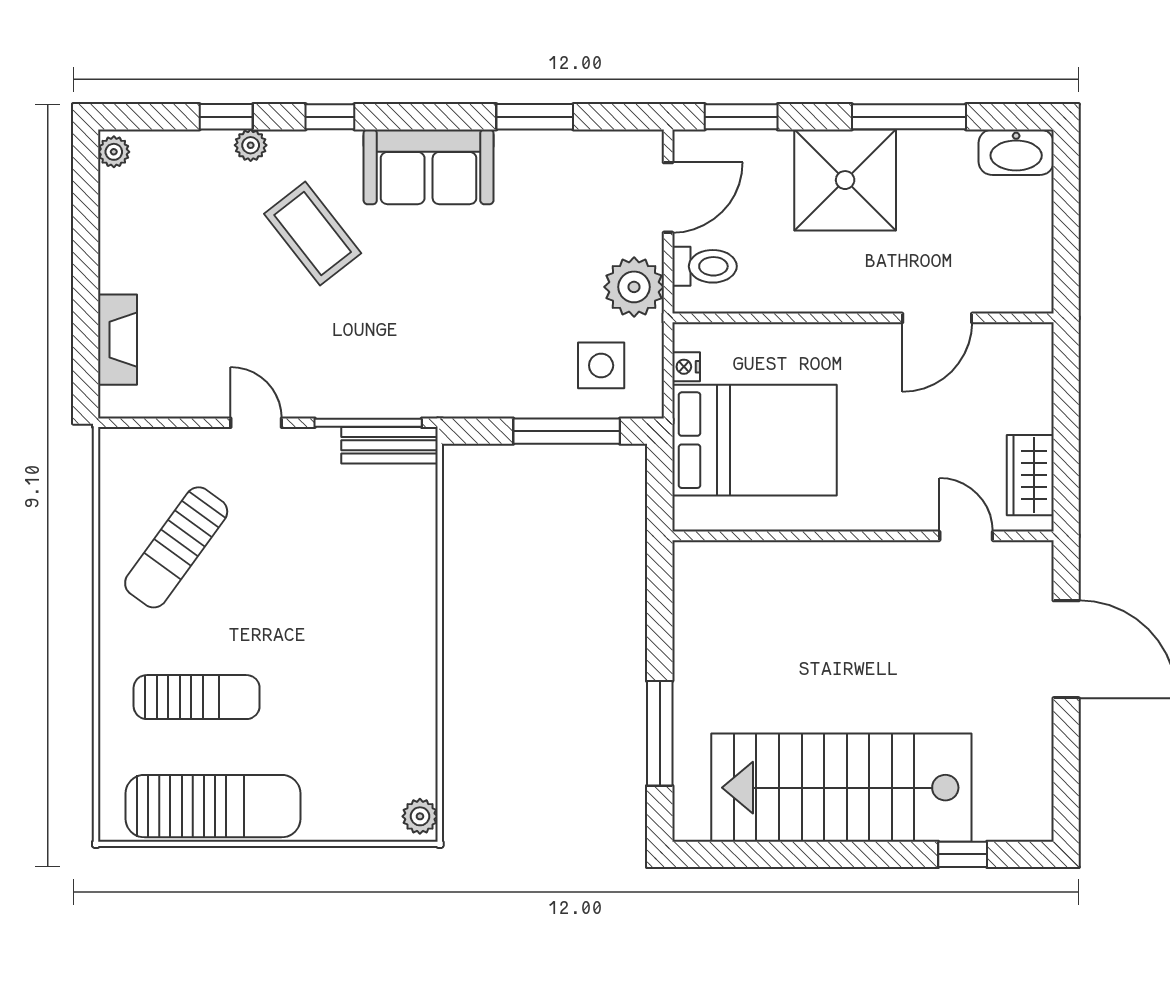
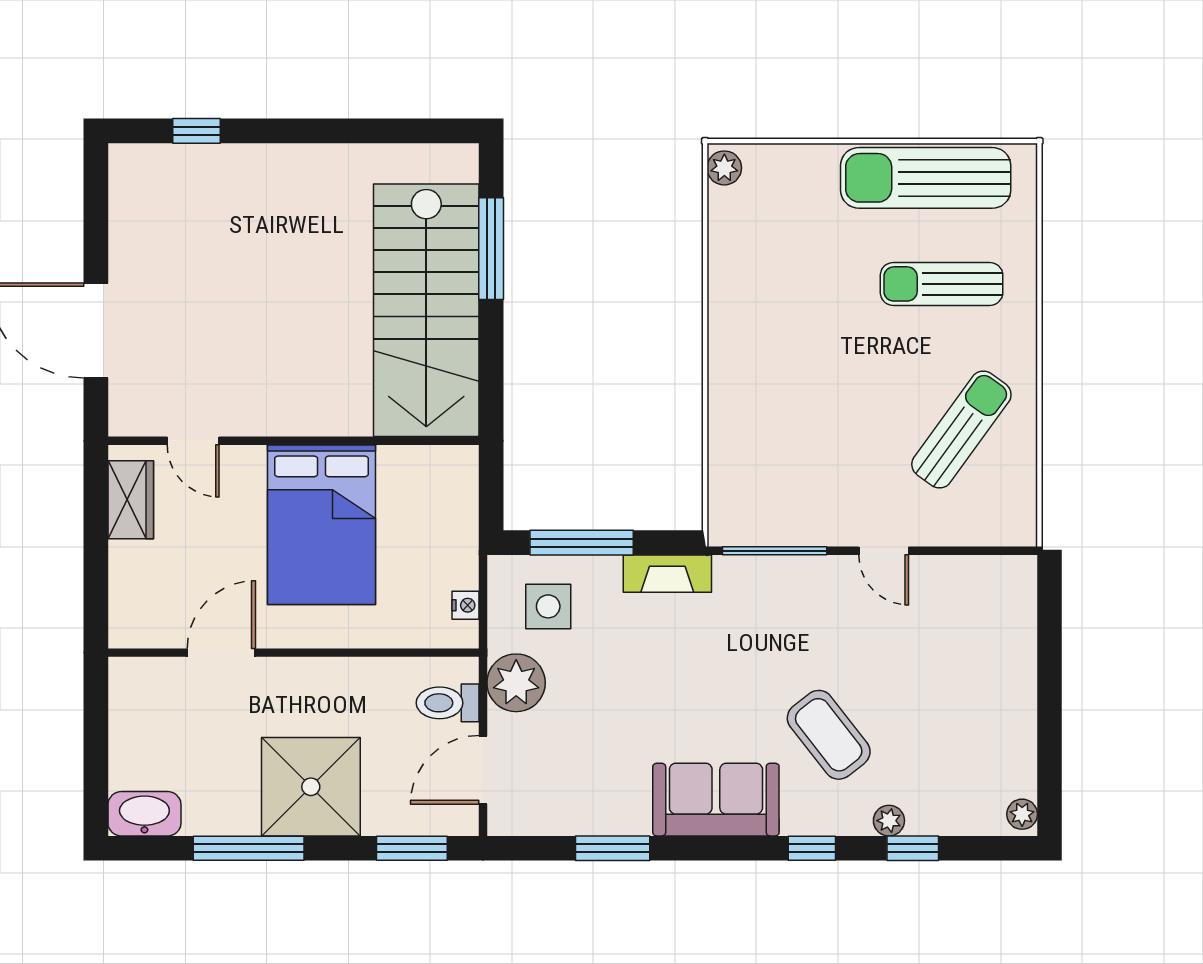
fireplace: (117, 340) -> (667, 574), moved, turned -90
bed: (754, 440) -> (321, 525), moved, turned -90
bench: (390, 445) -> (754, 529), removed
stairs: (841, 788) -> (426, 310), moved, turned 90

